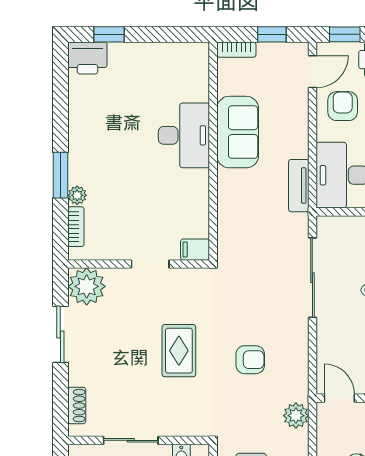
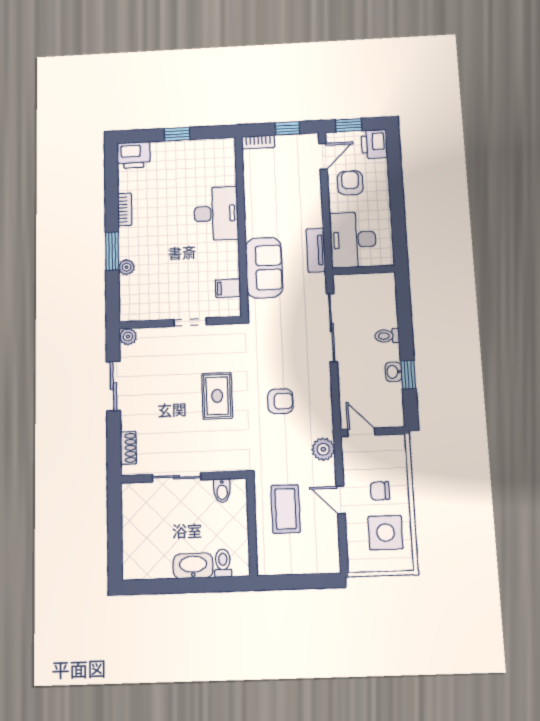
window: (109, 34) -> (177, 134), moved
sofa: (238, 132) -> (264, 268), moved
bookcase: (76, 227) -> (125, 209), moved
filing cabinet: (195, 250) -> (228, 288), moved
plant: (87, 286) -> (128, 337), width x0.53, depth x0.53

